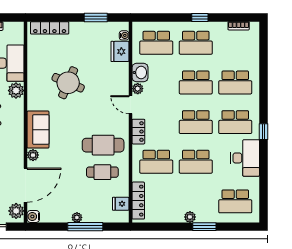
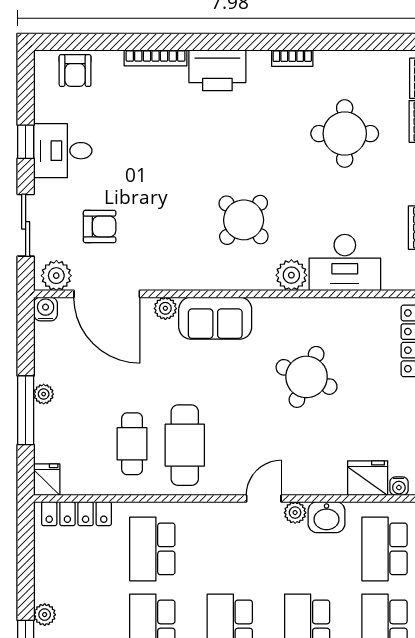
locker: (138, 132) -> (211, 514), removed
fridge: (121, 204) -> (47, 480), moved

